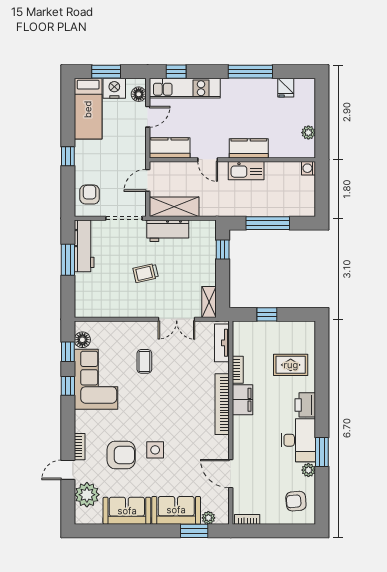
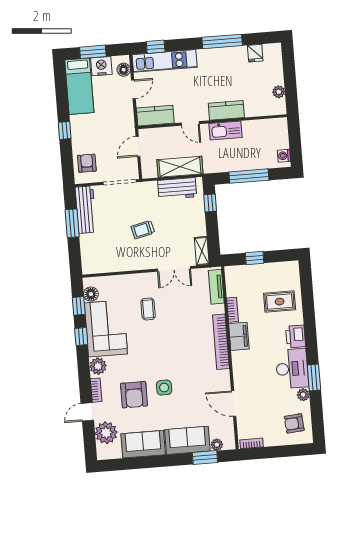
washing machine: (309, 168) -> (284, 156), moved
shelving: (174, 207) -> (180, 167), moved
workbench: (168, 231) -> (177, 189), moved
plant: (84, 420) -> (98, 366), added
armchair: (121, 455) -> (134, 395), turned 90

